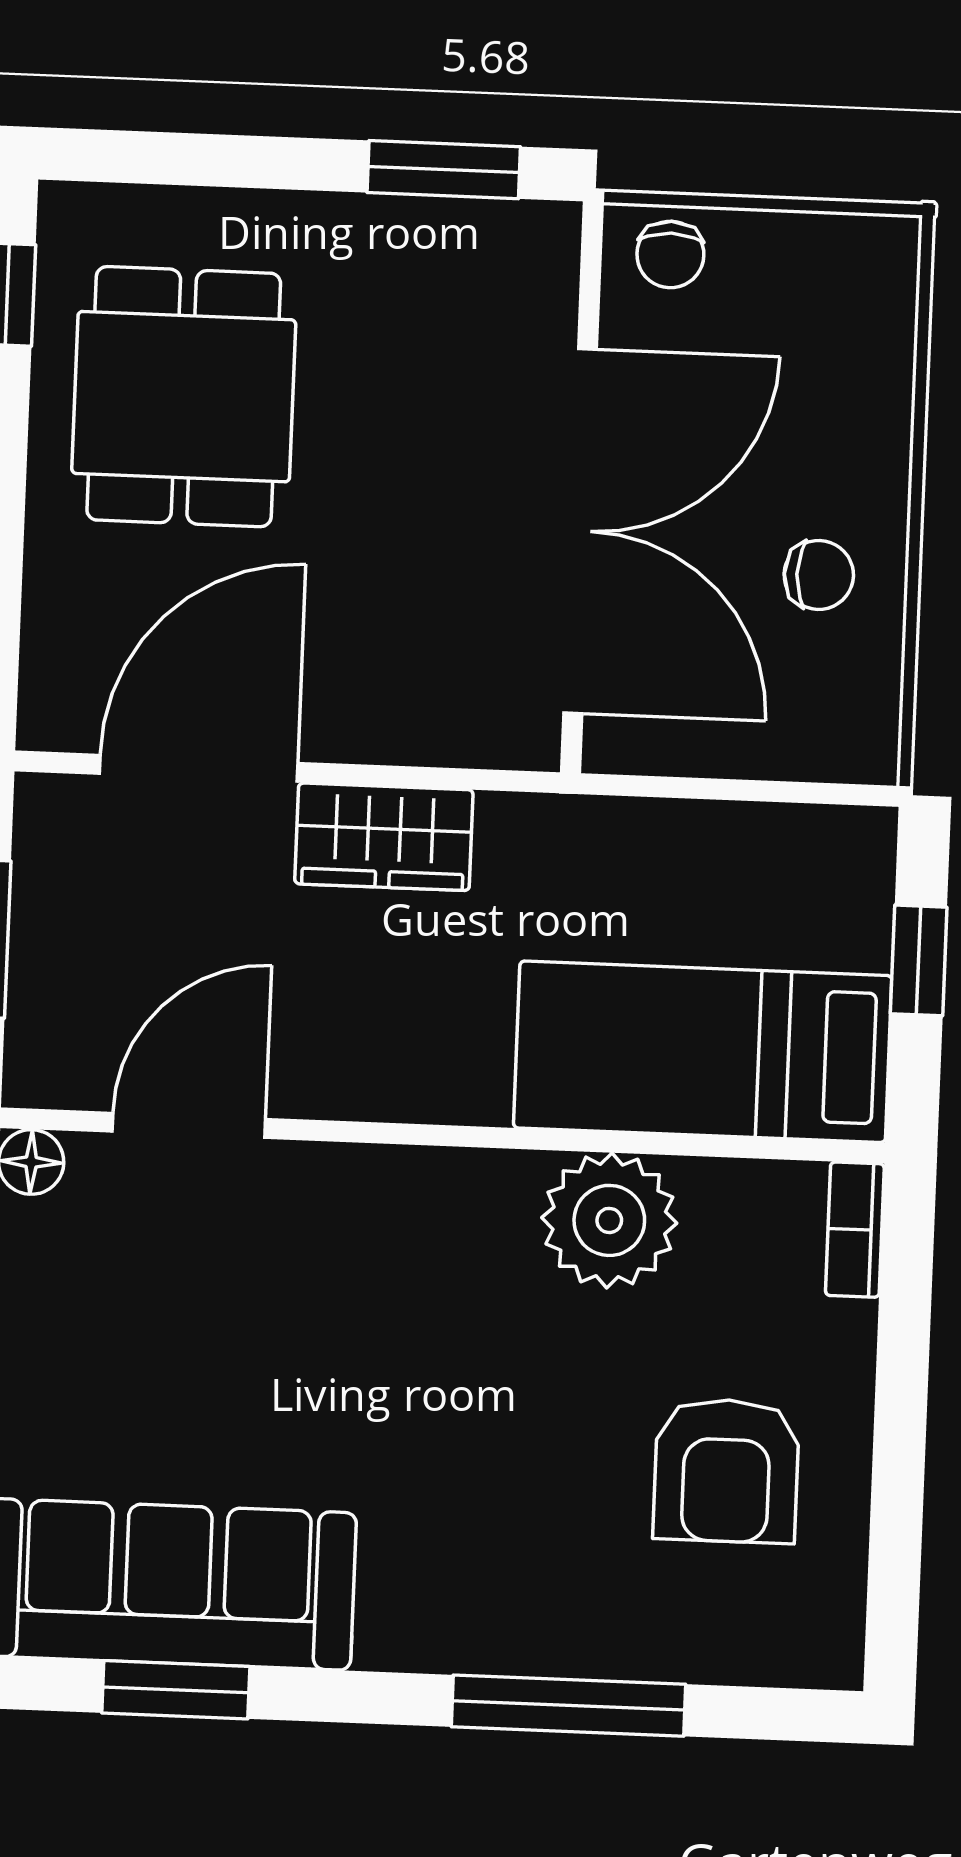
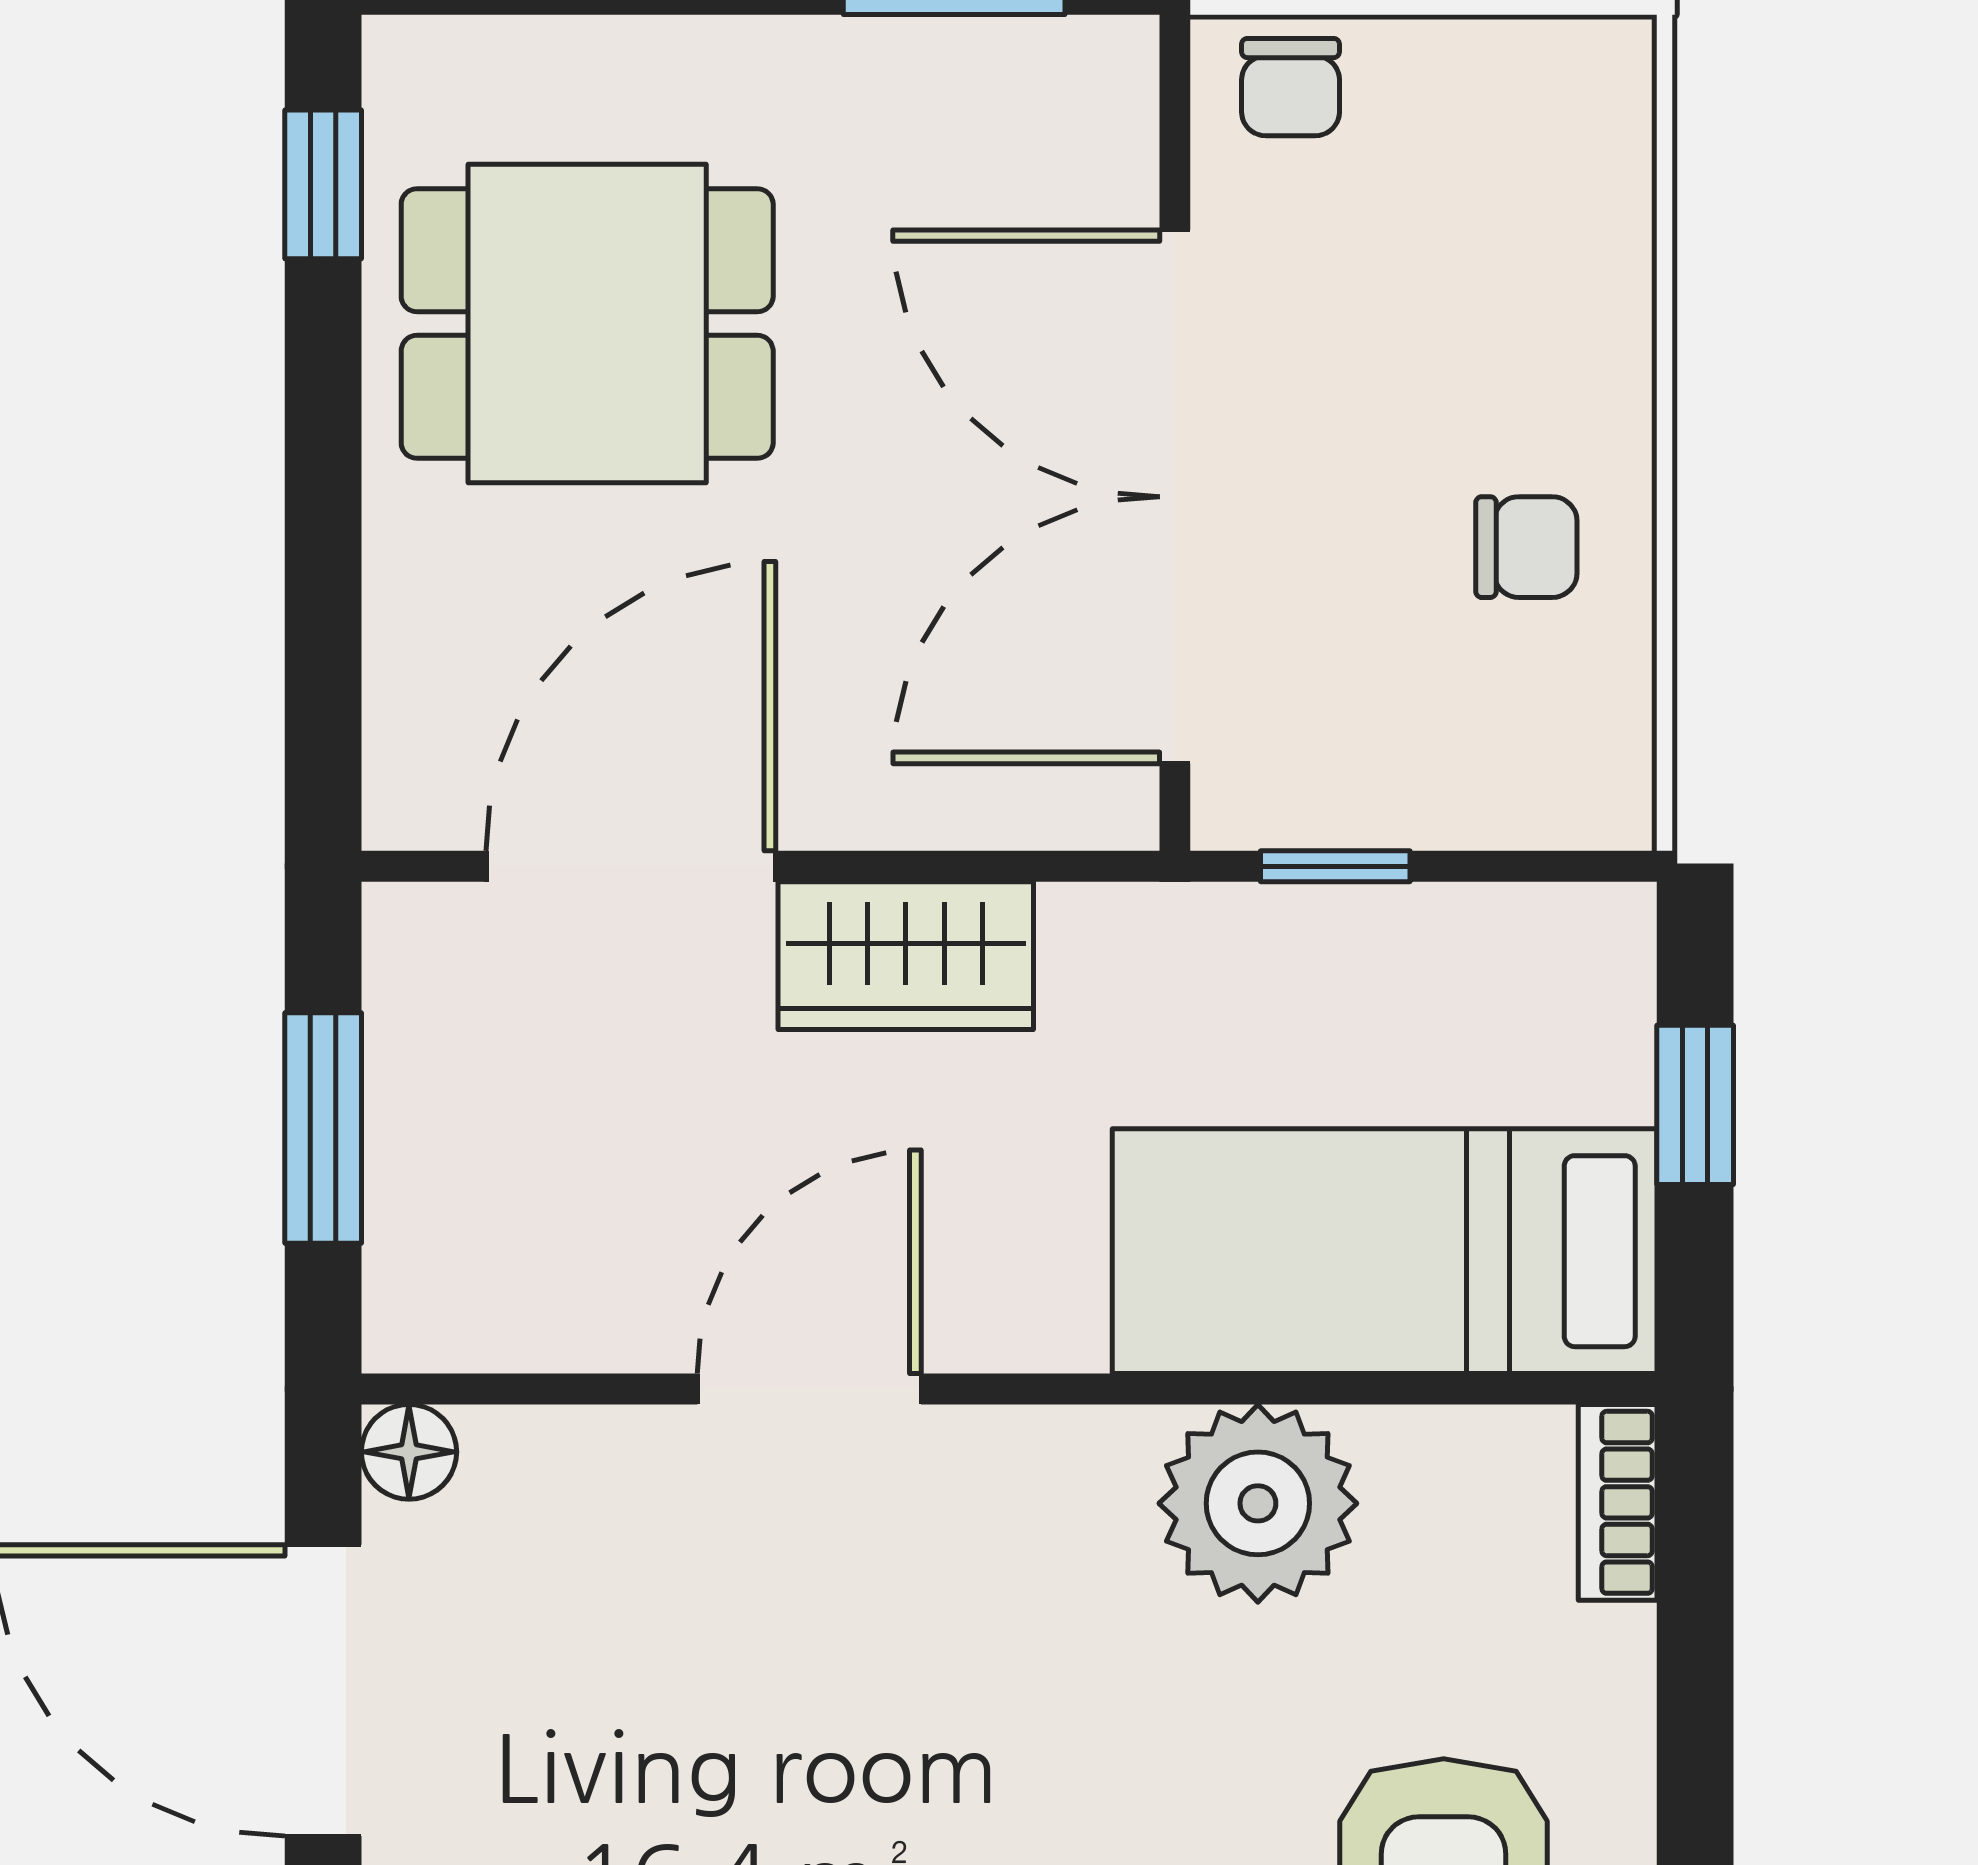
dining table: (184, 397) -> (587, 324), turned 90
double door: (580, 531) -> (1175, 497), swing flipped
window: (680, 788) -> (1335, 866), added
door: (189, 1125) -> (809, 1389), moved

